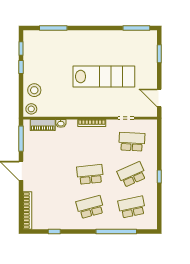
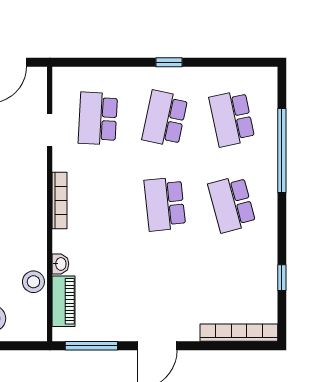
stool: (31, 109) -> (33, 282), moved
school desk: (132, 174) -> (165, 119), turned 36

